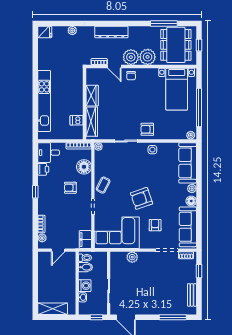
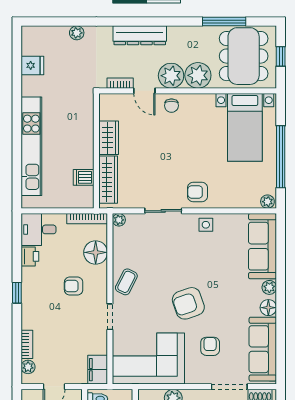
fridge: (45, 32) -> (32, 65), moved

